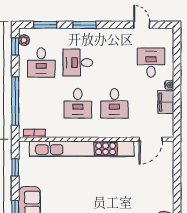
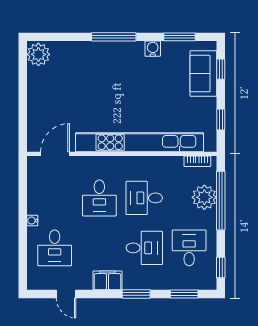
plant: (24, 40) -> (204, 197), moved, width x1.87, depth x1.87
filing cabinet: (166, 102) -> (107, 280), moved, turned -90
desk: (78, 103) -> (144, 198), turned -90
desk: (114, 103) -> (99, 198), turned 180

